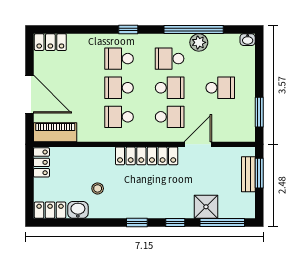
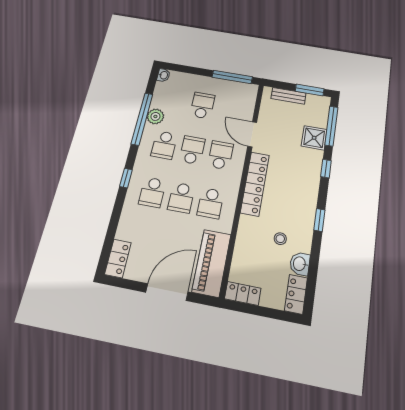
window: (259, 112) -> (232, 77), width x1.44
piano: (55, 132) -> (212, 263), width x1.37, depth x1.33
window: (259, 173) -> (310, 90), moved
window: (137, 223) -> (319, 220), moved

